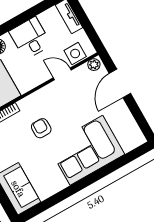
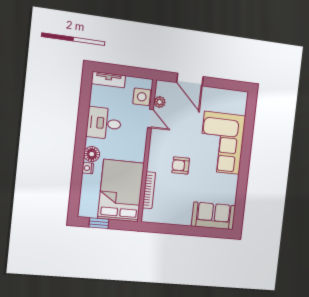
plant: (94, 65) -> (160, 102), moved
door: (62, 74) -> (150, 119), swing flipped

